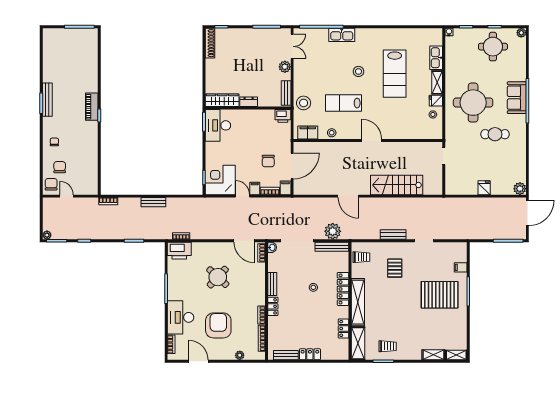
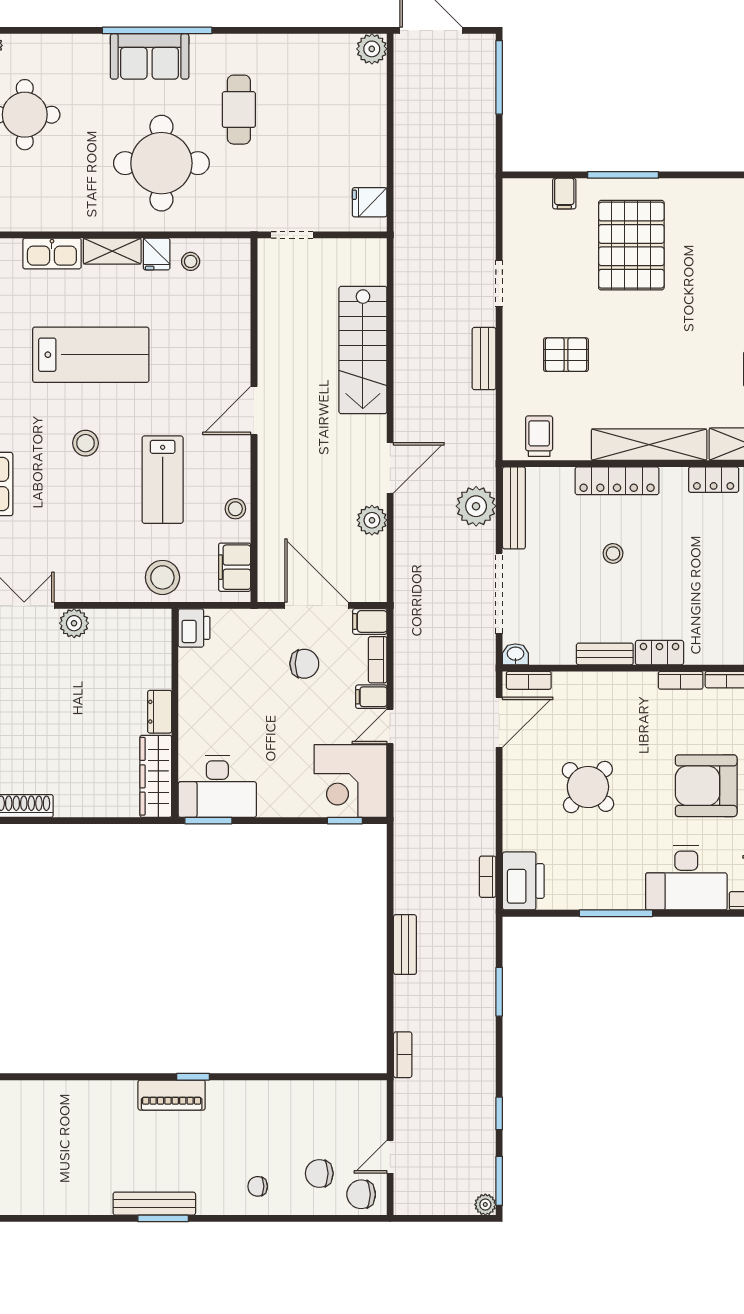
bench: (286, 93) -> (138, 620), removed
fridge: (484, 188) -> (370, 202), moved
plant: (327, 189) -> (372, 520), added

